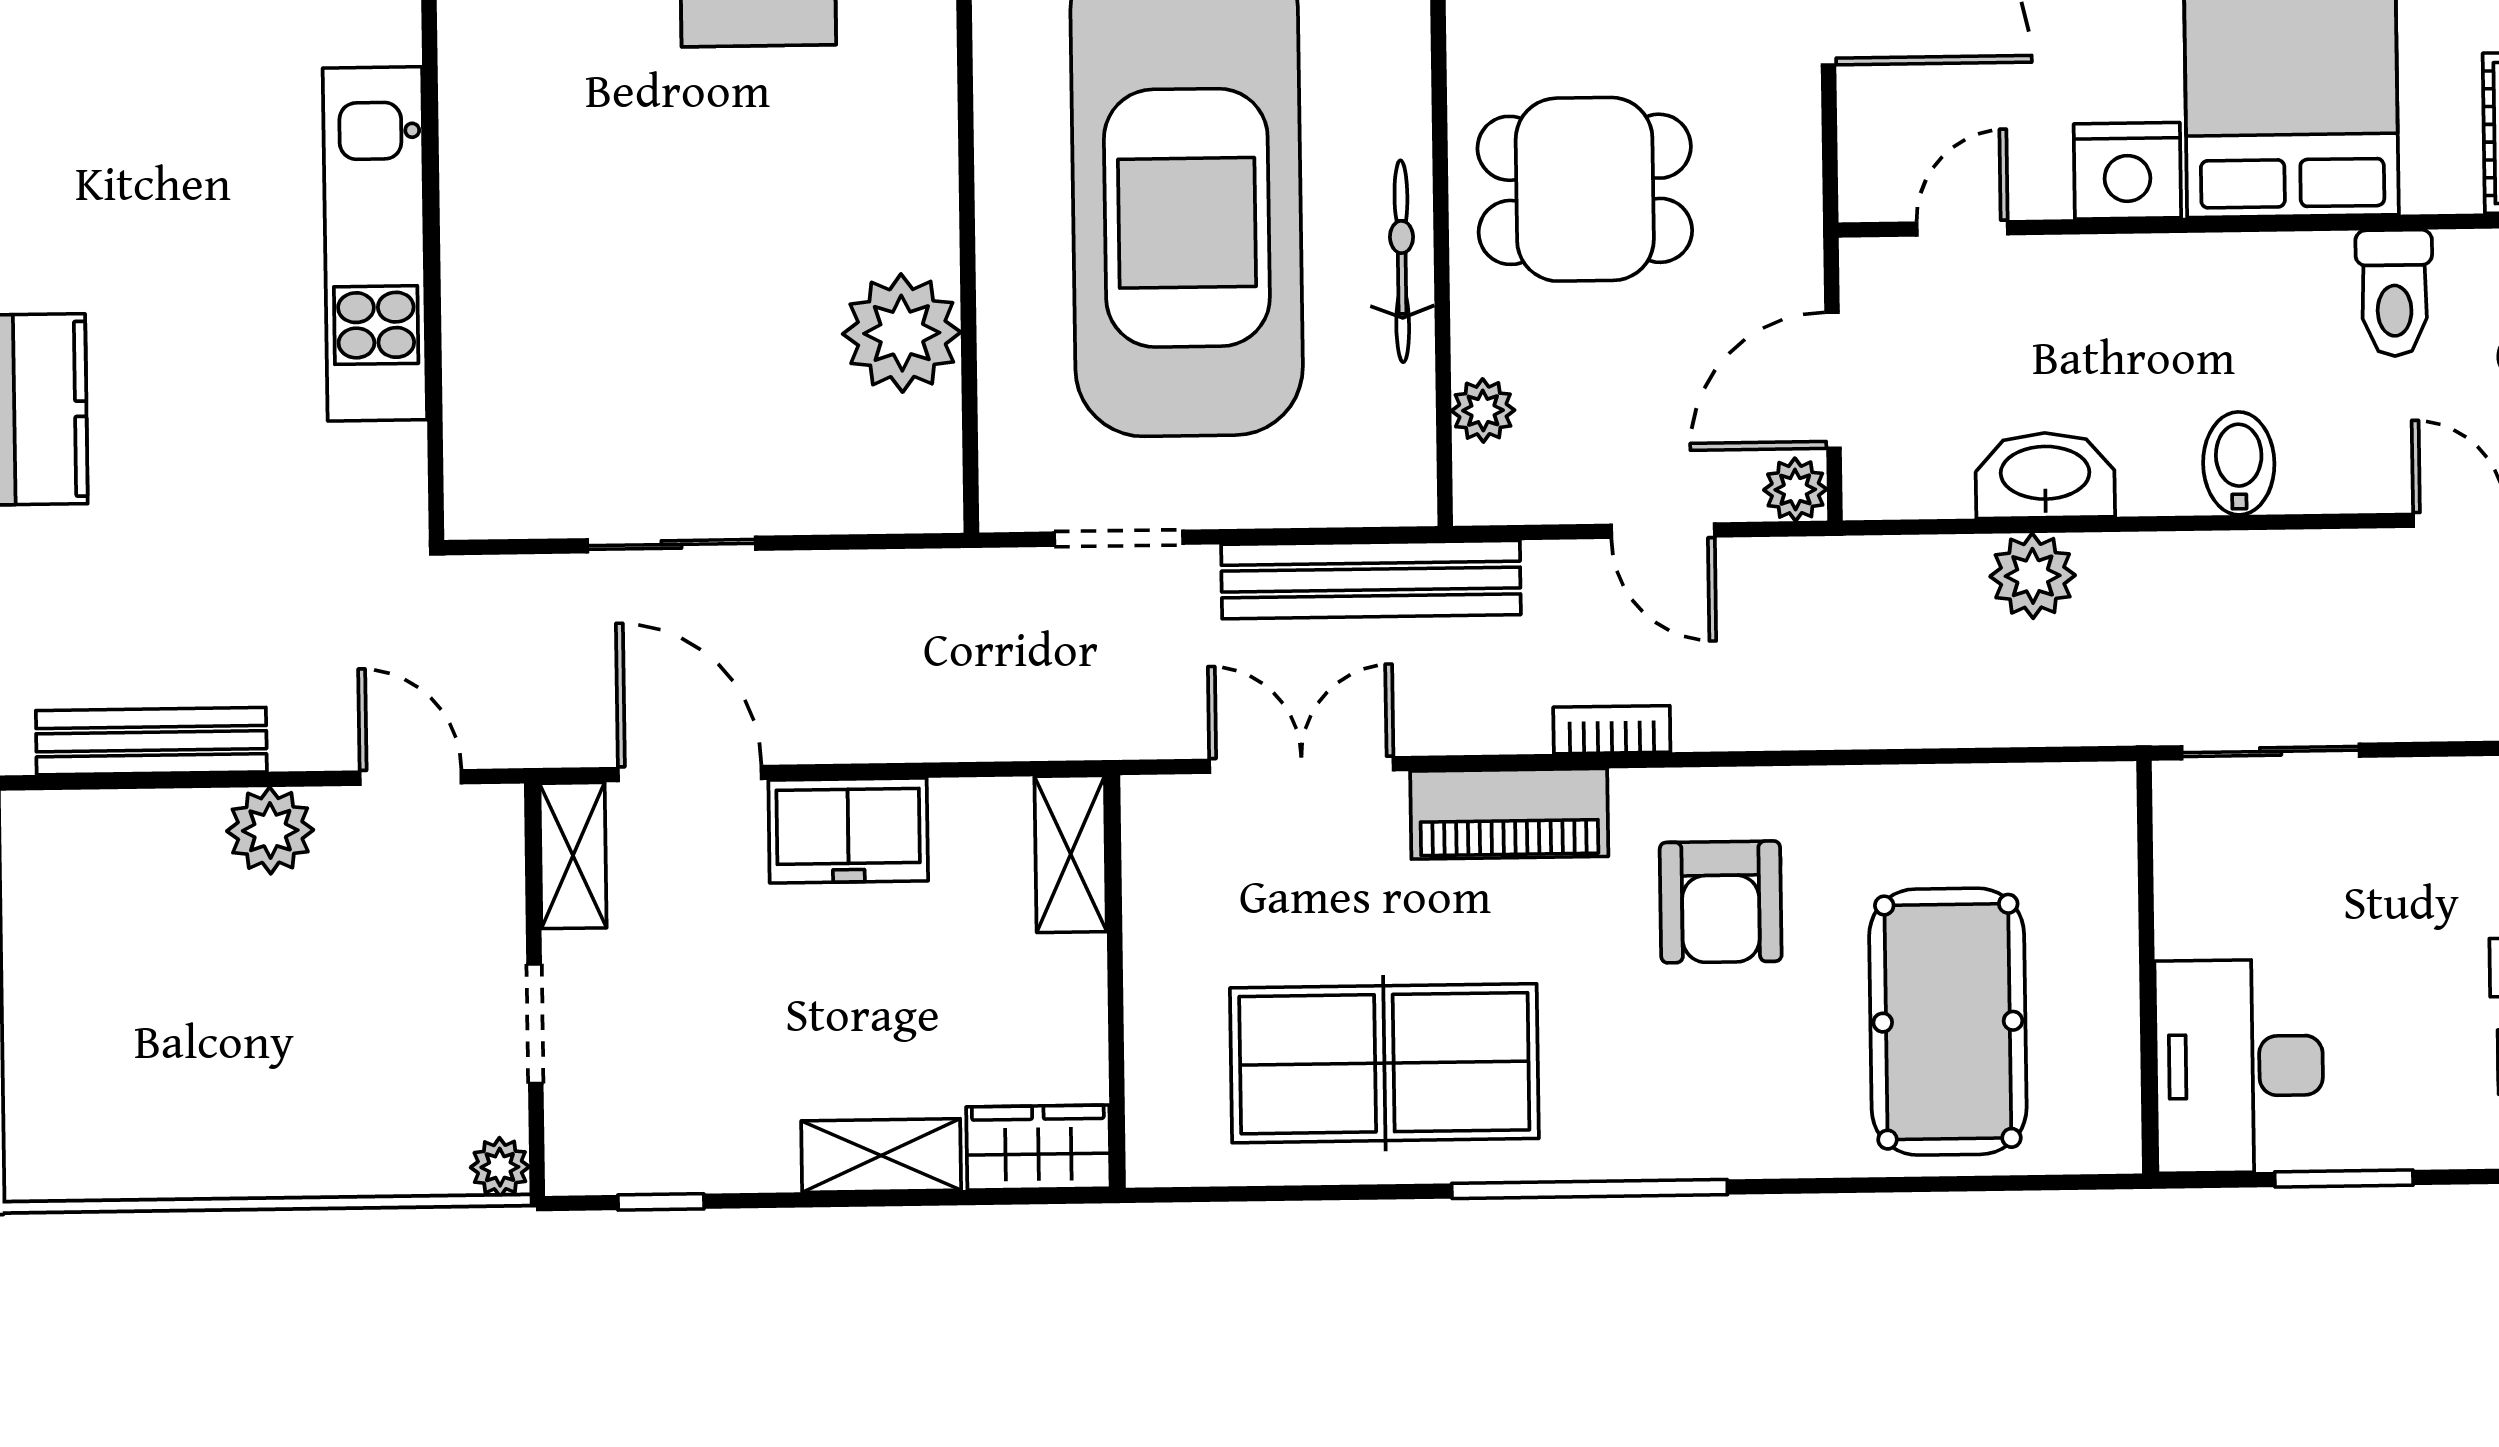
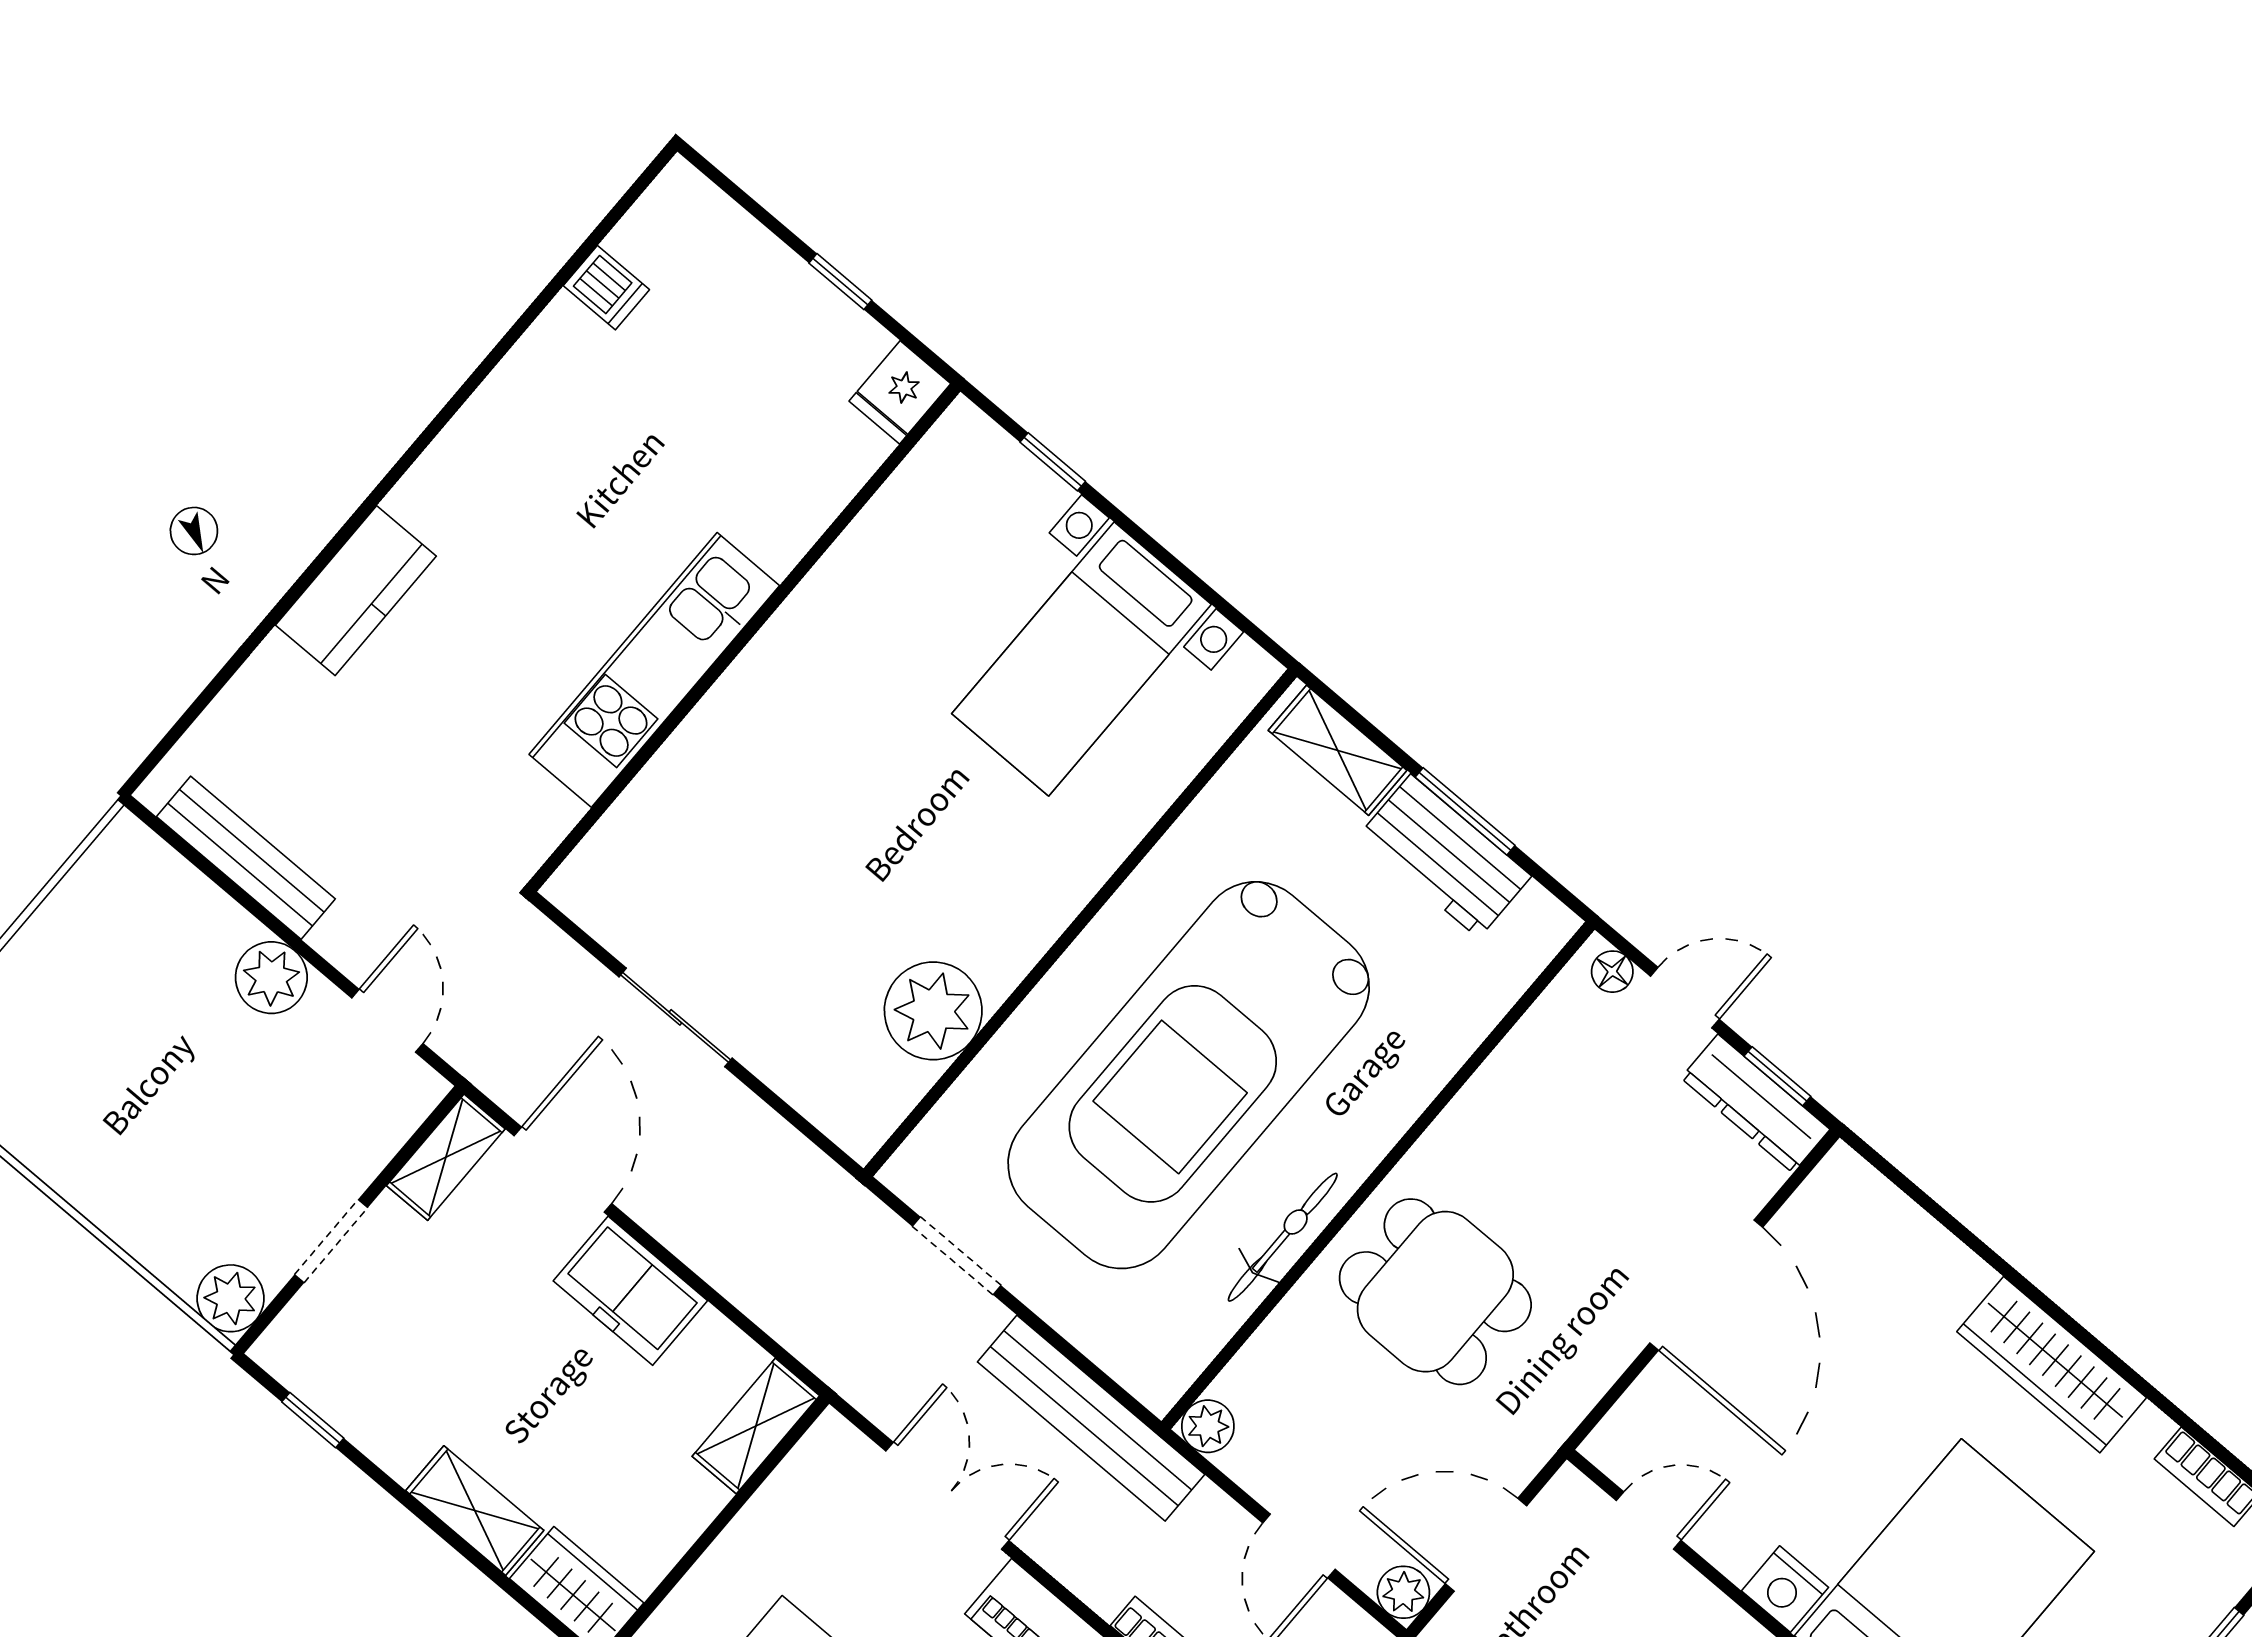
nightstand: (2127, 171) -> (1785, 1589), width x0.74, depth x0.75
plant: (1483, 410) -> (1208, 1426), moved
plant: (500, 1167) -> (231, 1298), width x1.38, depth x1.38

